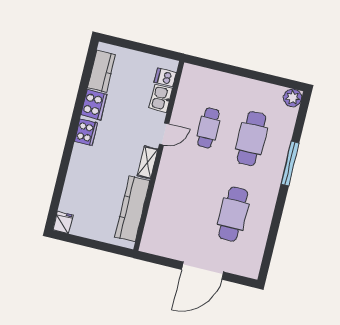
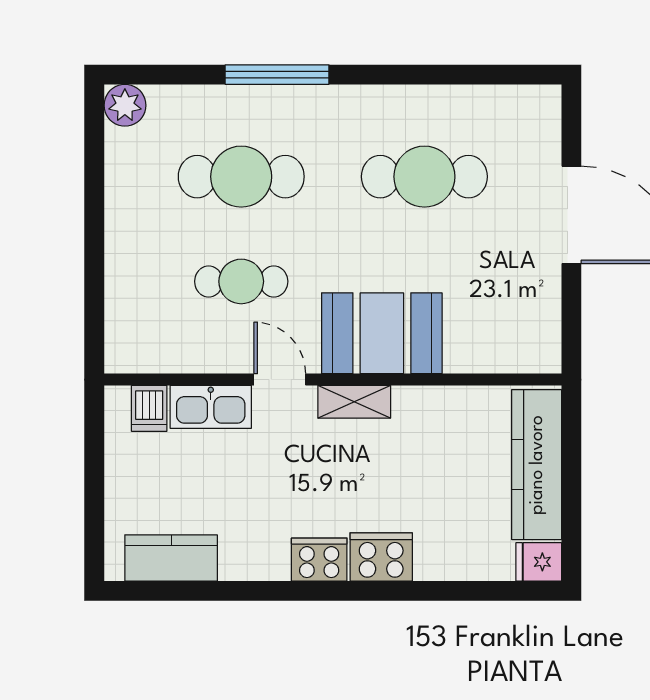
kitchen sink: (161, 98) -> (211, 407), width x1.38
cooker: (94, 105) -> (381, 557), moved
booth: (173, 181) -> (382, 333), added
kitchen counter: (132, 209) -> (537, 465), moved, turned 90

